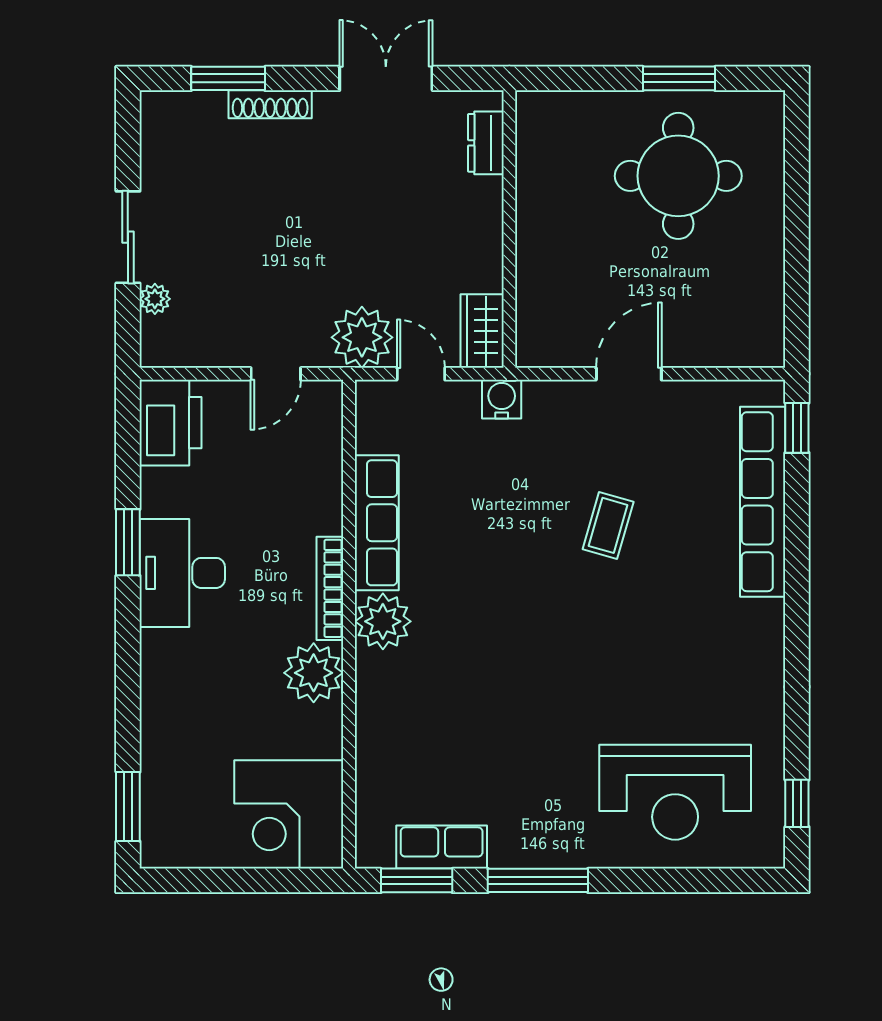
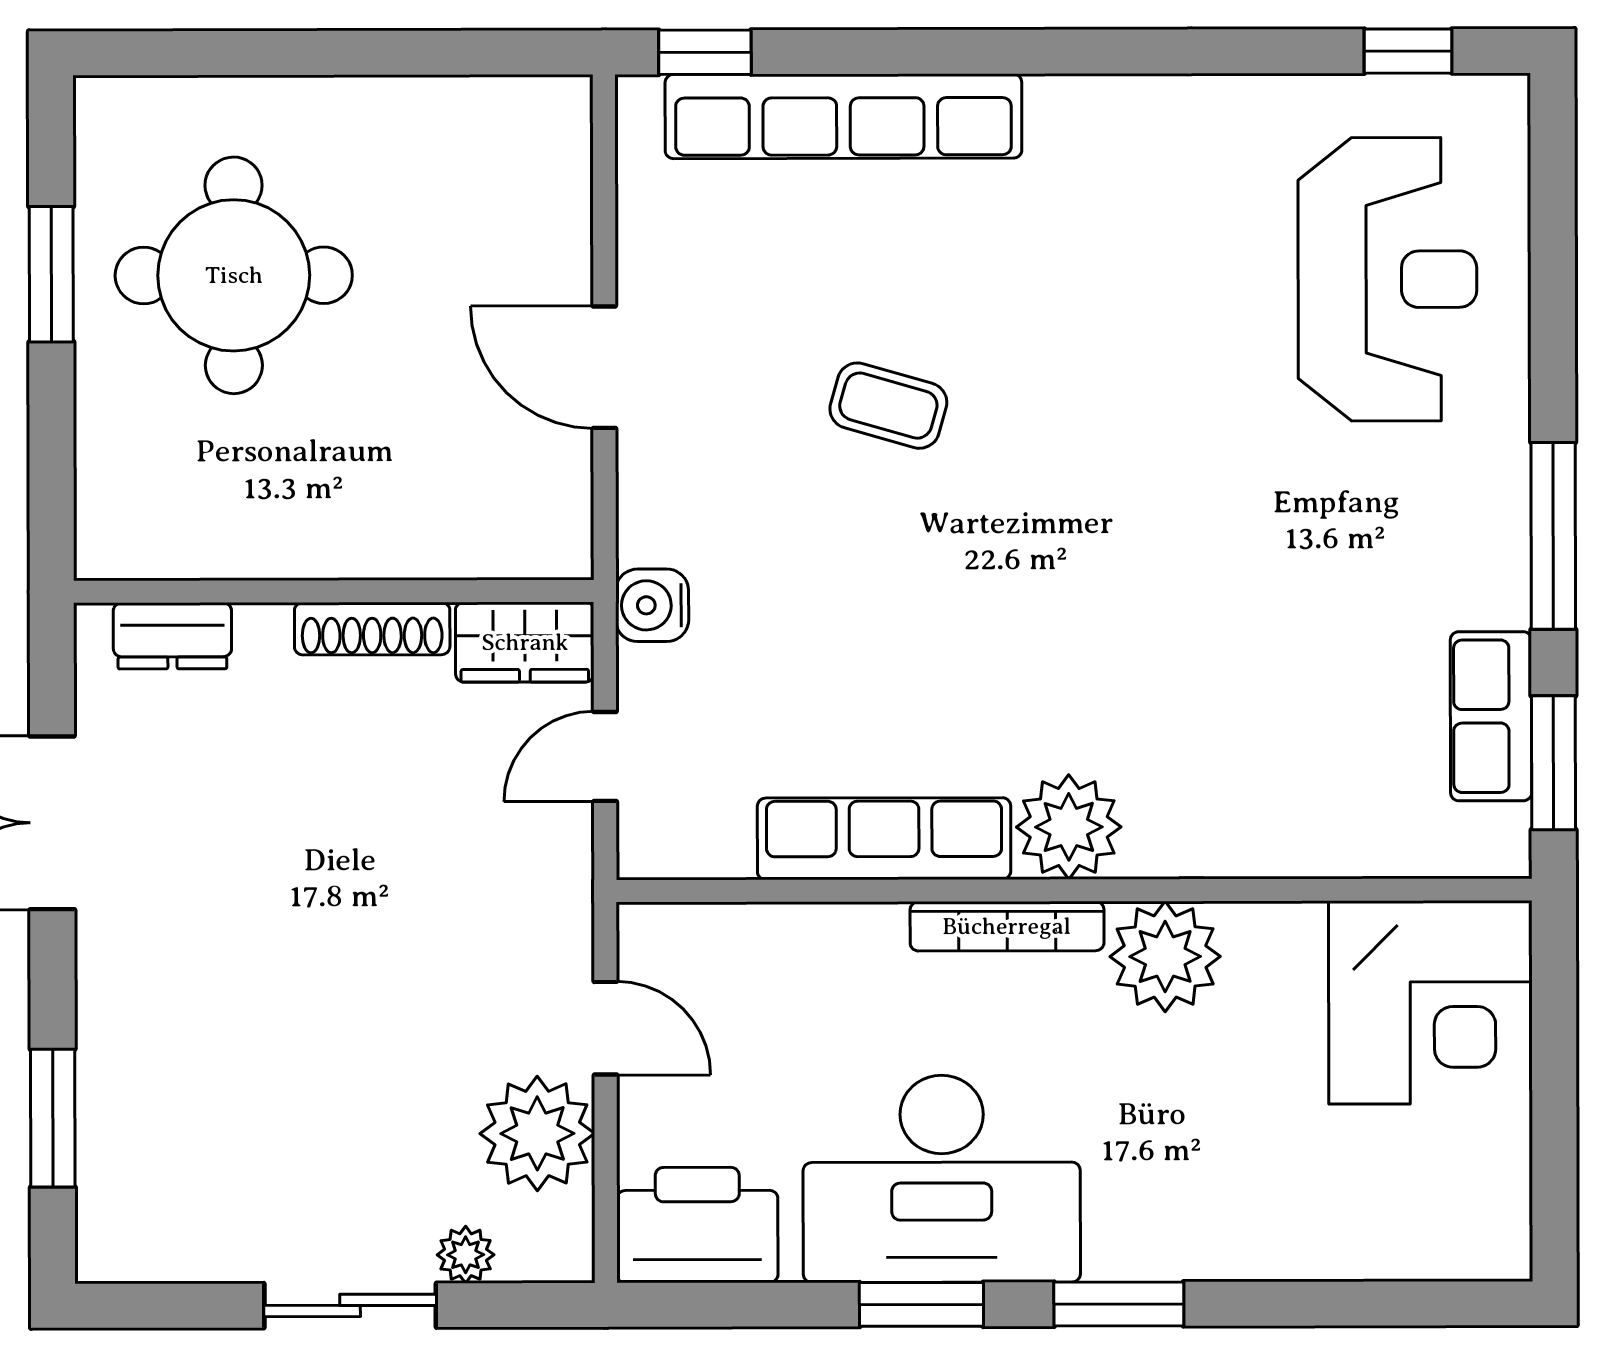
shoe rack: (270, 104) -> (372, 629), moved, turned 90
plant: (362, 337) -> (537, 1133), moved
desk: (182, 573) -> (942, 1179), width x1.36, depth x1.30
window: (128, 807) -> (1119, 1304), moved

